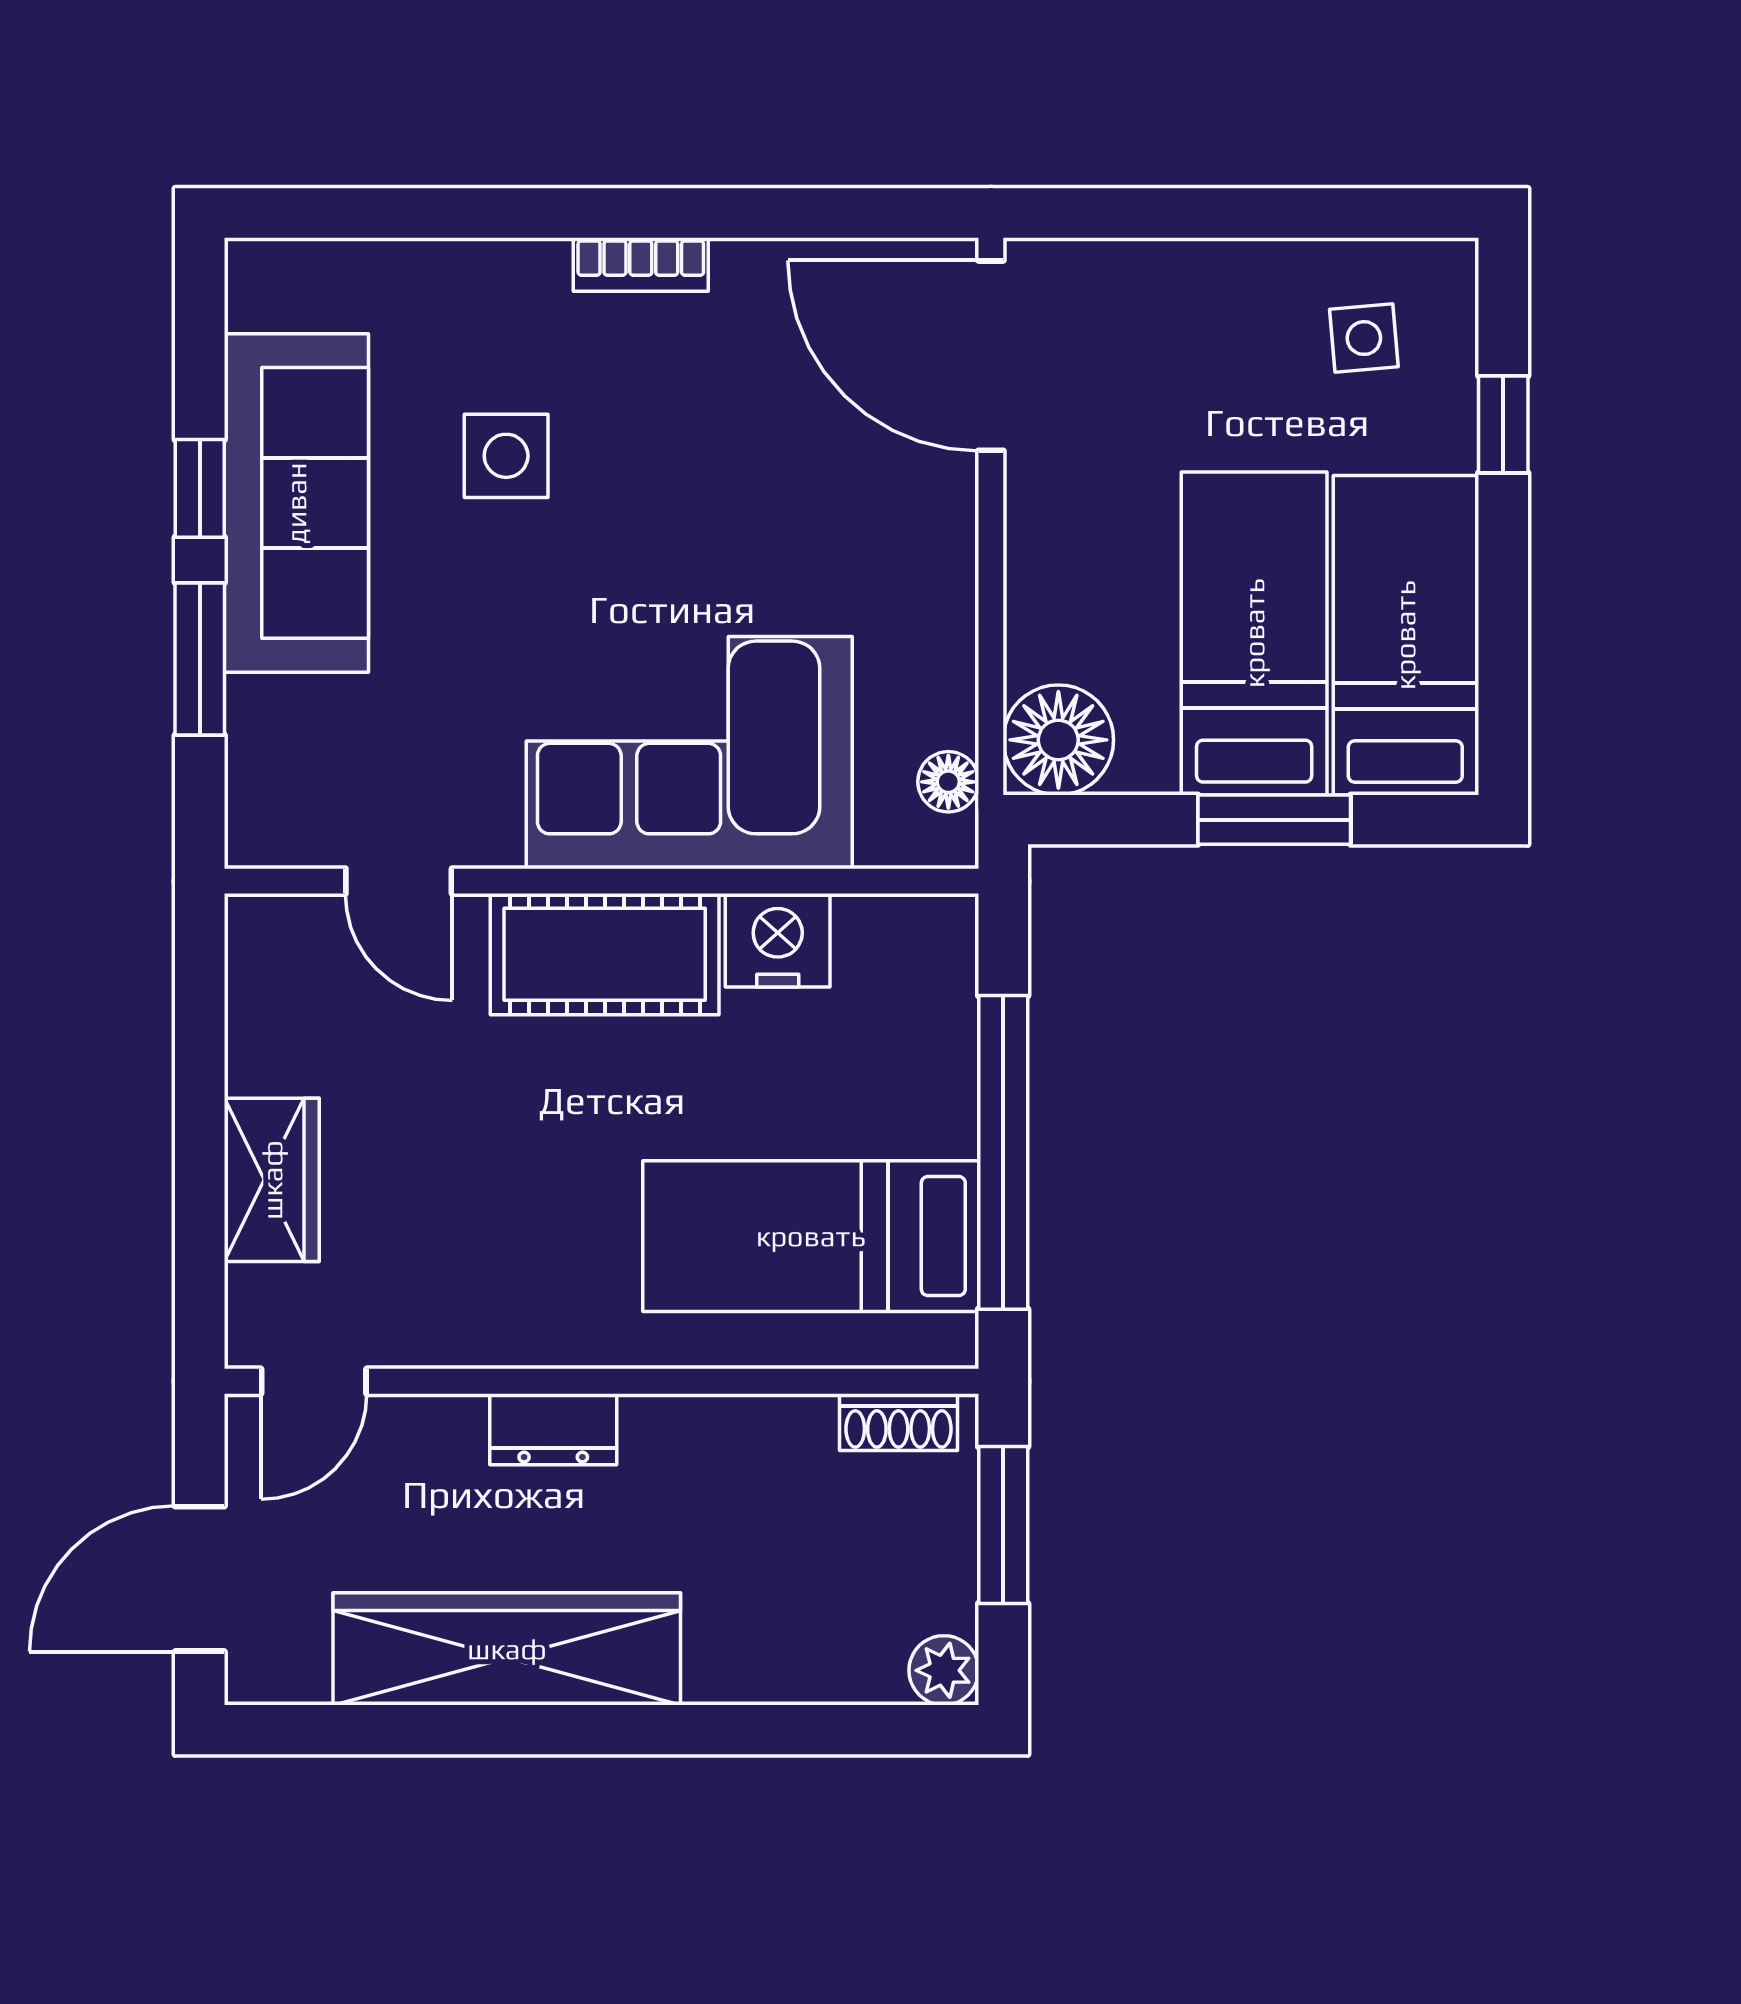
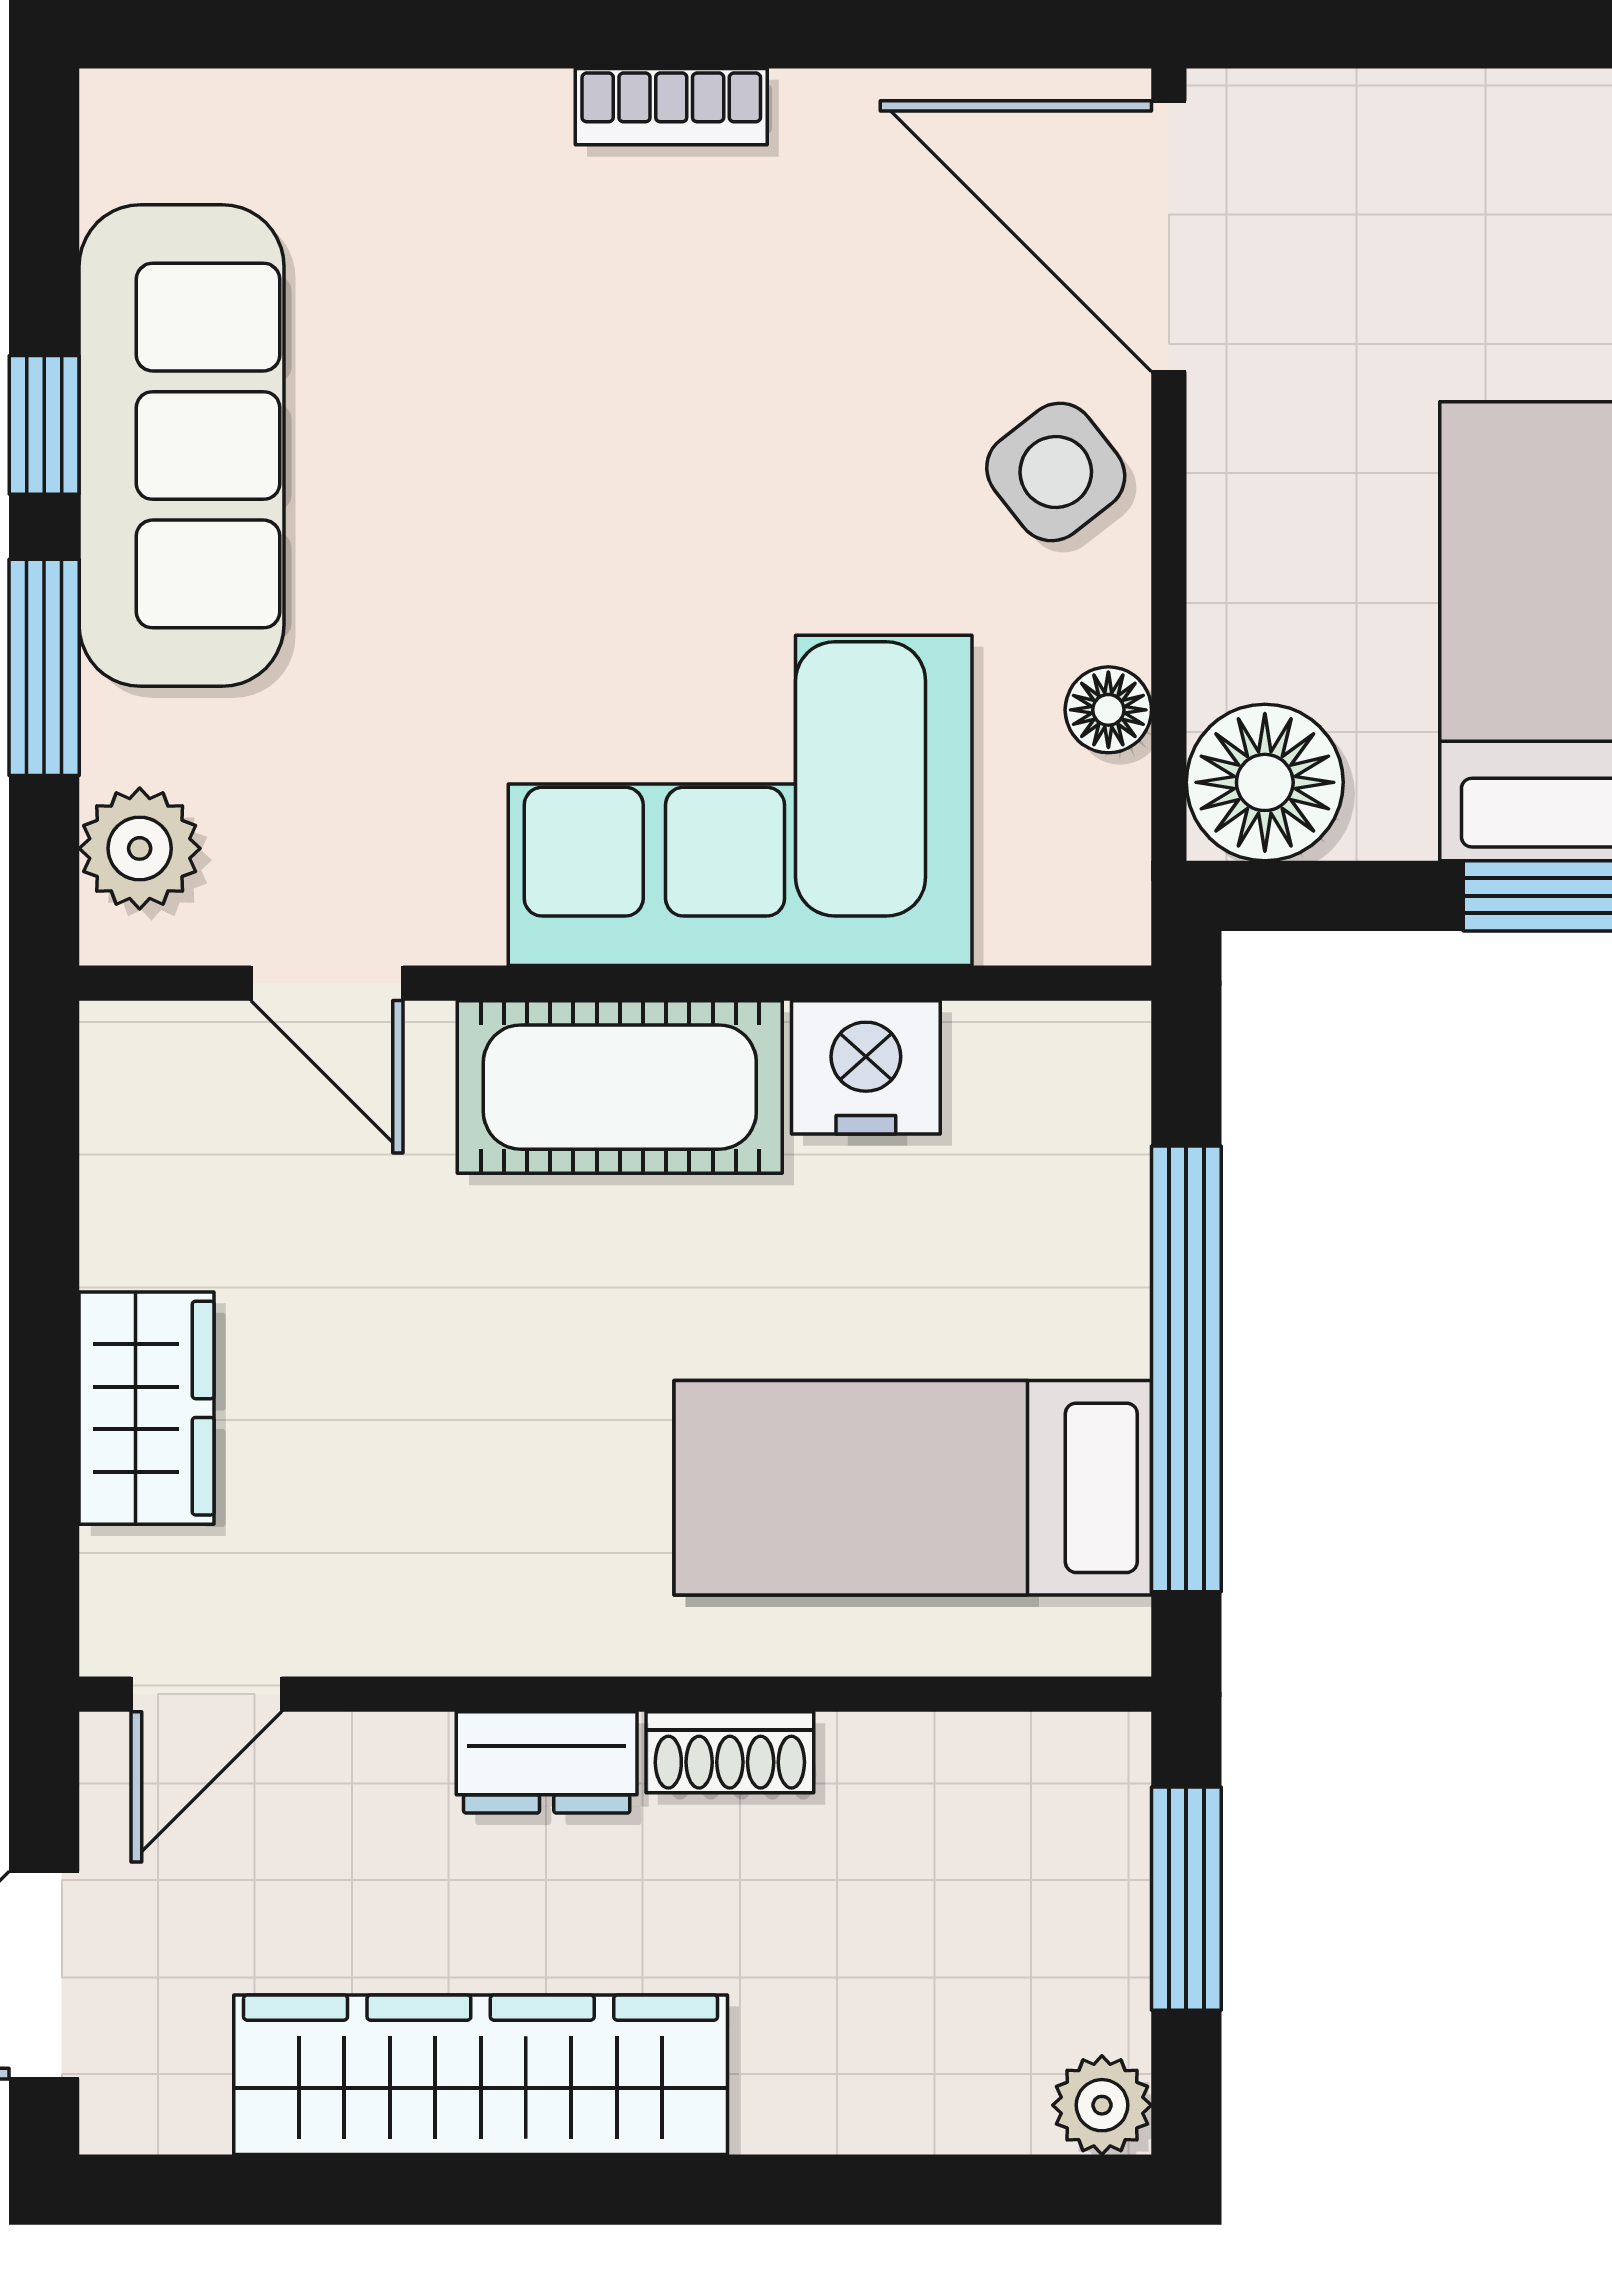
side table: (506, 456) -> (1056, 472), moved, turned -38
floor lamp: (948, 782) -> (1108, 710), moved
plant: (267, 786) -> (140, 848), added
shoe rack: (899, 1422) -> (730, 1752), moved

